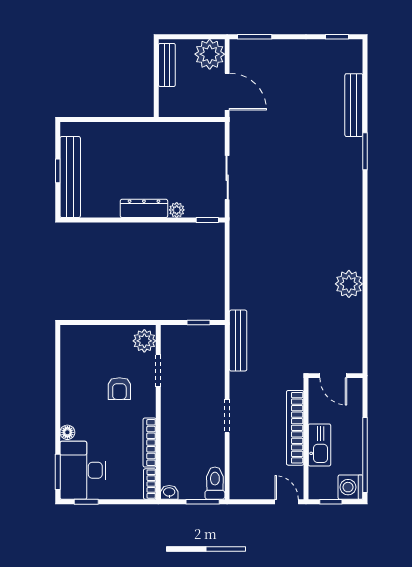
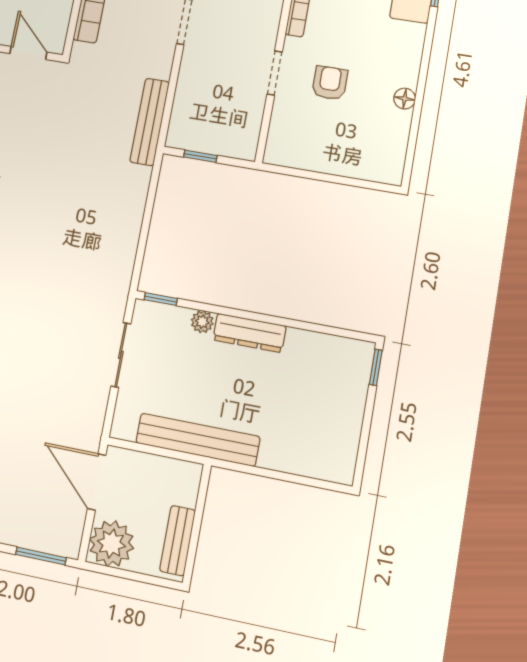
window: (58, 171) -> (376, 367), moved
bench: (70, 177) -> (198, 440), moved, turned 90
plant: (144, 341) -> (282, 144), removed
doorway: (158, 371) -> (275, 73), moved
floor lamp: (67, 432) -> (405, 99), moved

